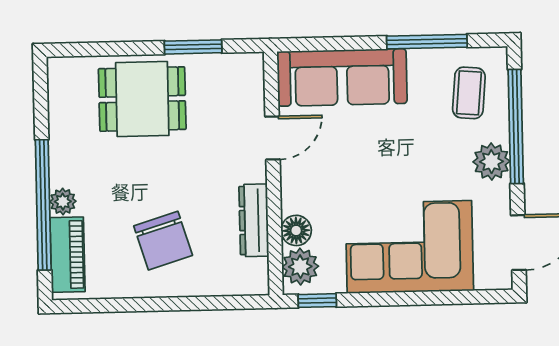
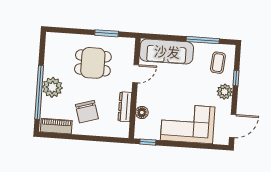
dining table: (142, 99) -> (93, 63), moved
window: (516, 126) -> (236, 78), width x0.32
plant: (63, 202) -> (52, 87), width x1.88, depth x1.88
piano: (67, 255) -> (56, 126), moved, turned -90
plant: (300, 267) -> (142, 127), removed

